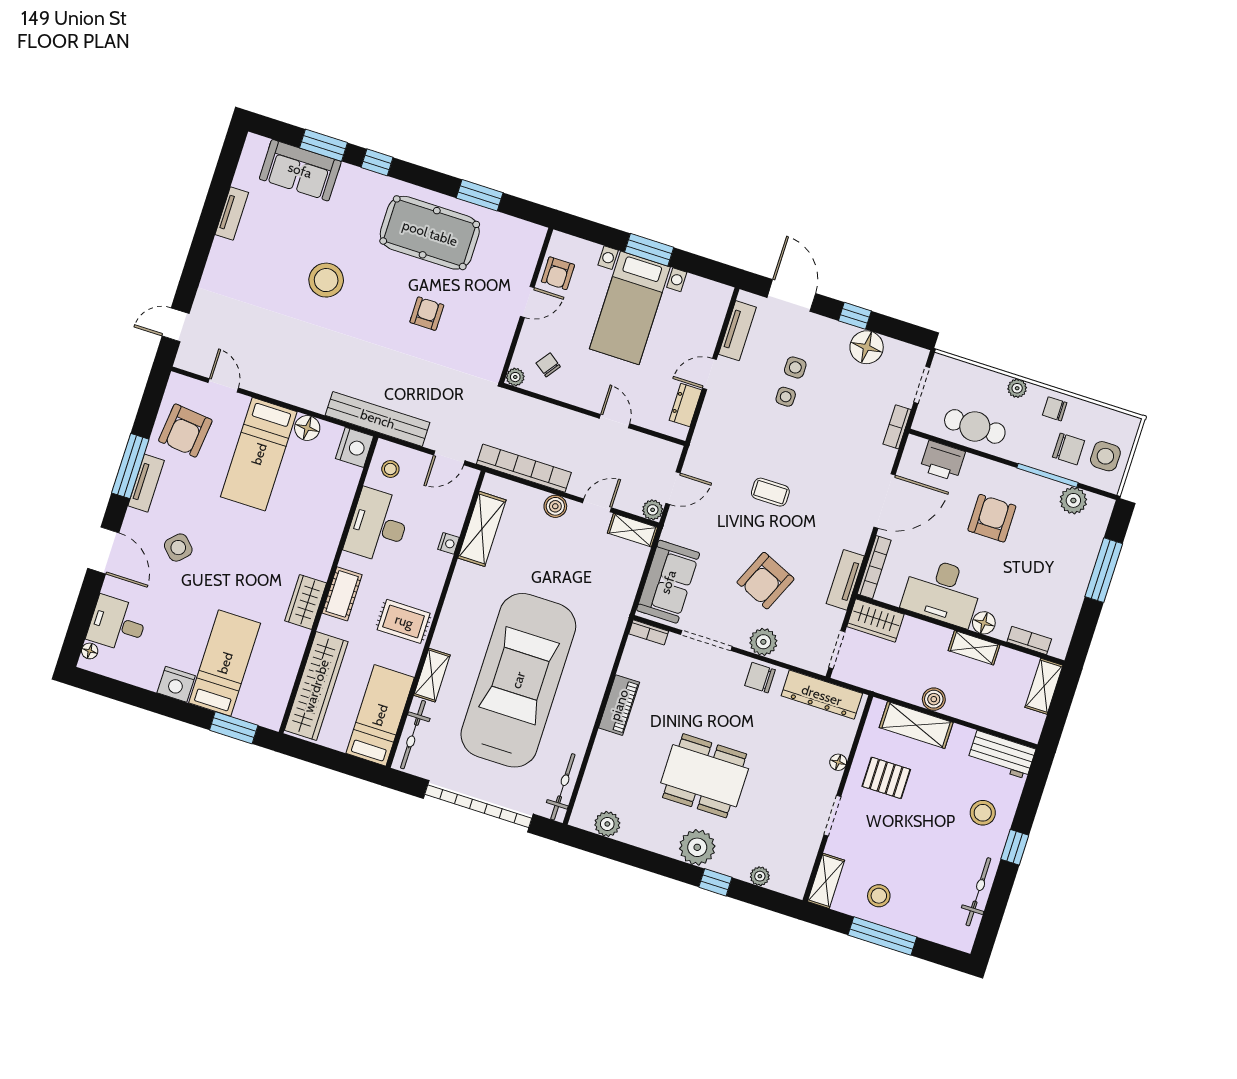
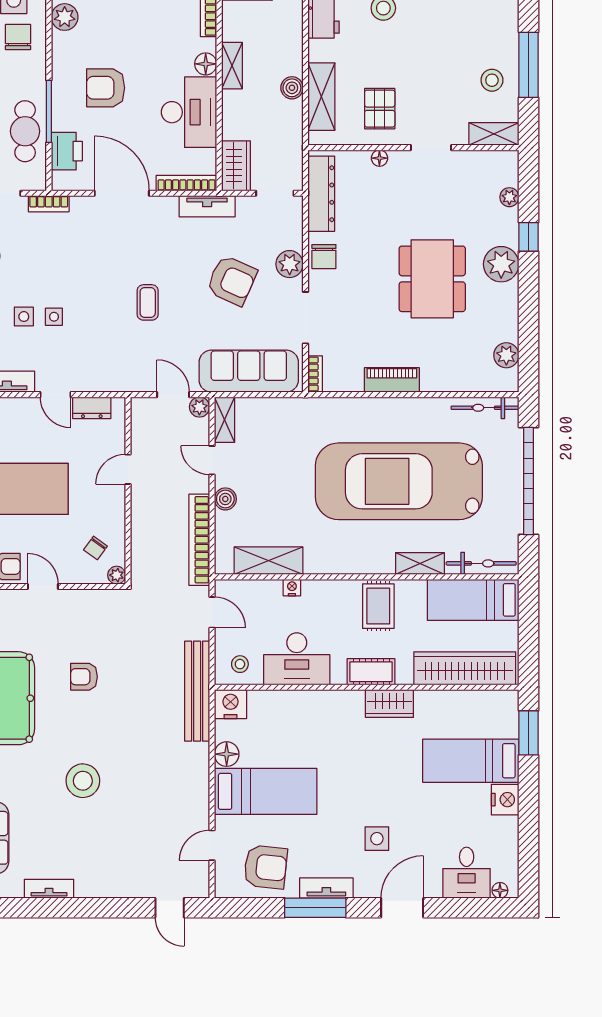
window: (1048, 475) -> (49, 111), moved
side table: (178, 548) -> (377, 839), turned 45
sofa: (668, 582) -> (249, 371), width x1.36

